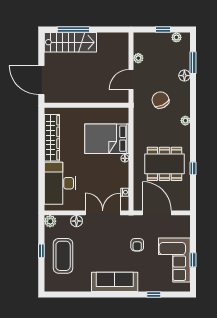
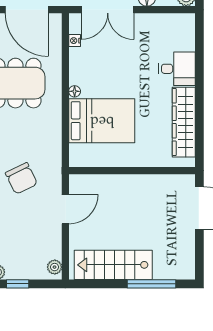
stairs: (70, 42) -> (113, 265), moved
plant: (138, 58) -> (55, 267), moved
desk: (60, 183) -> (177, 69), width x0.53, depth x0.77

